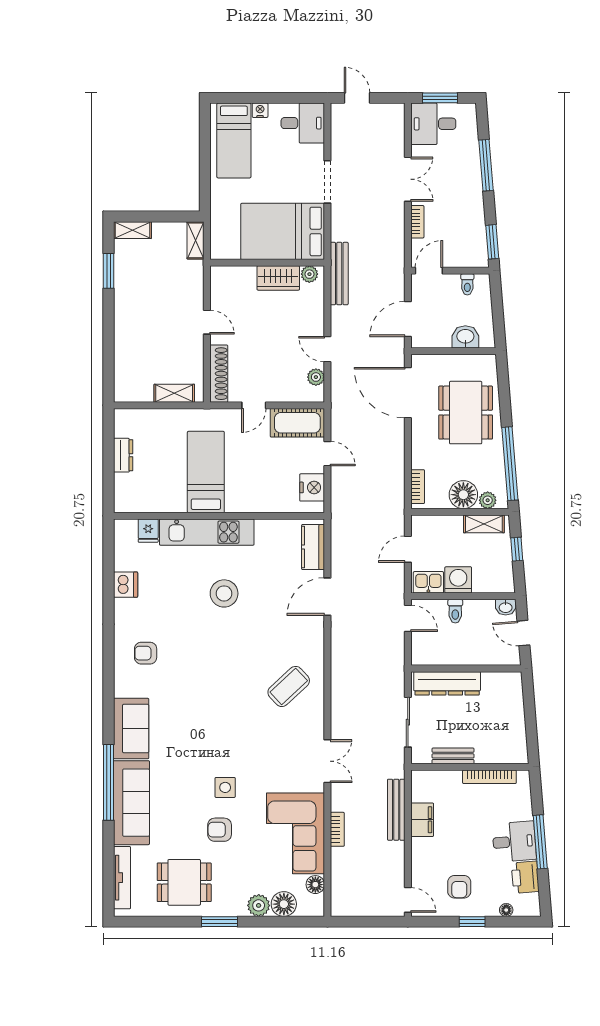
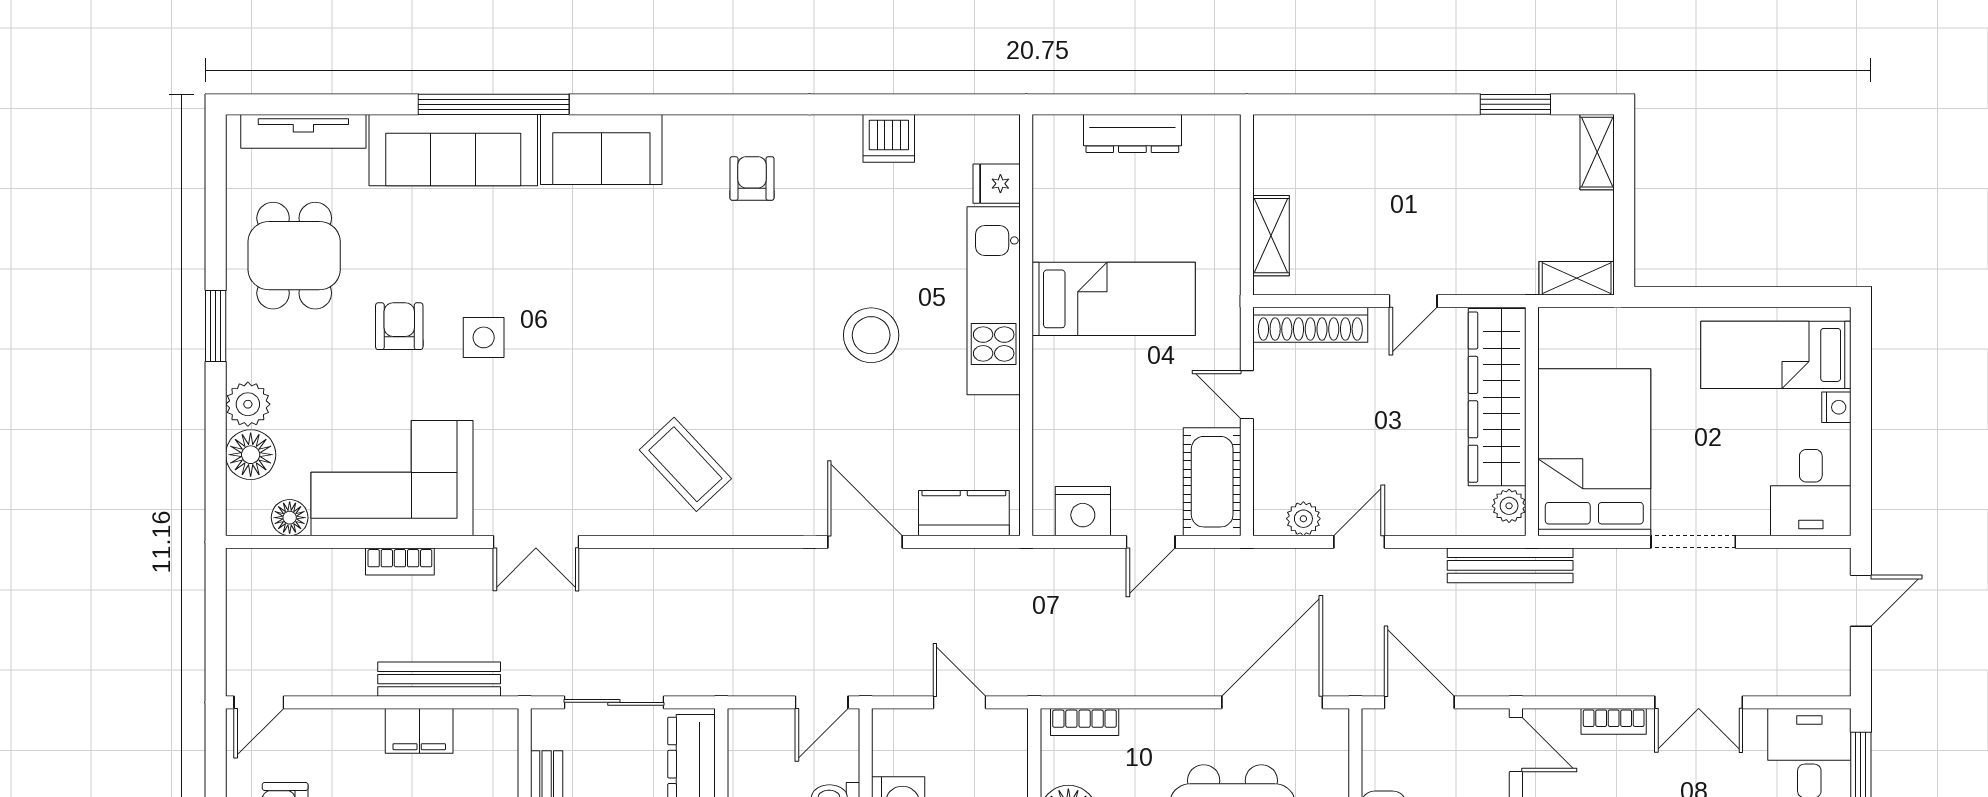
wardrobe: (278, 278) -> (1497, 397), width x2.10, depth x1.17
dresser: (123, 455) -> (1132, 134), width x1.44
kitchen sink: (428, 582) -> (893, 743), removed

